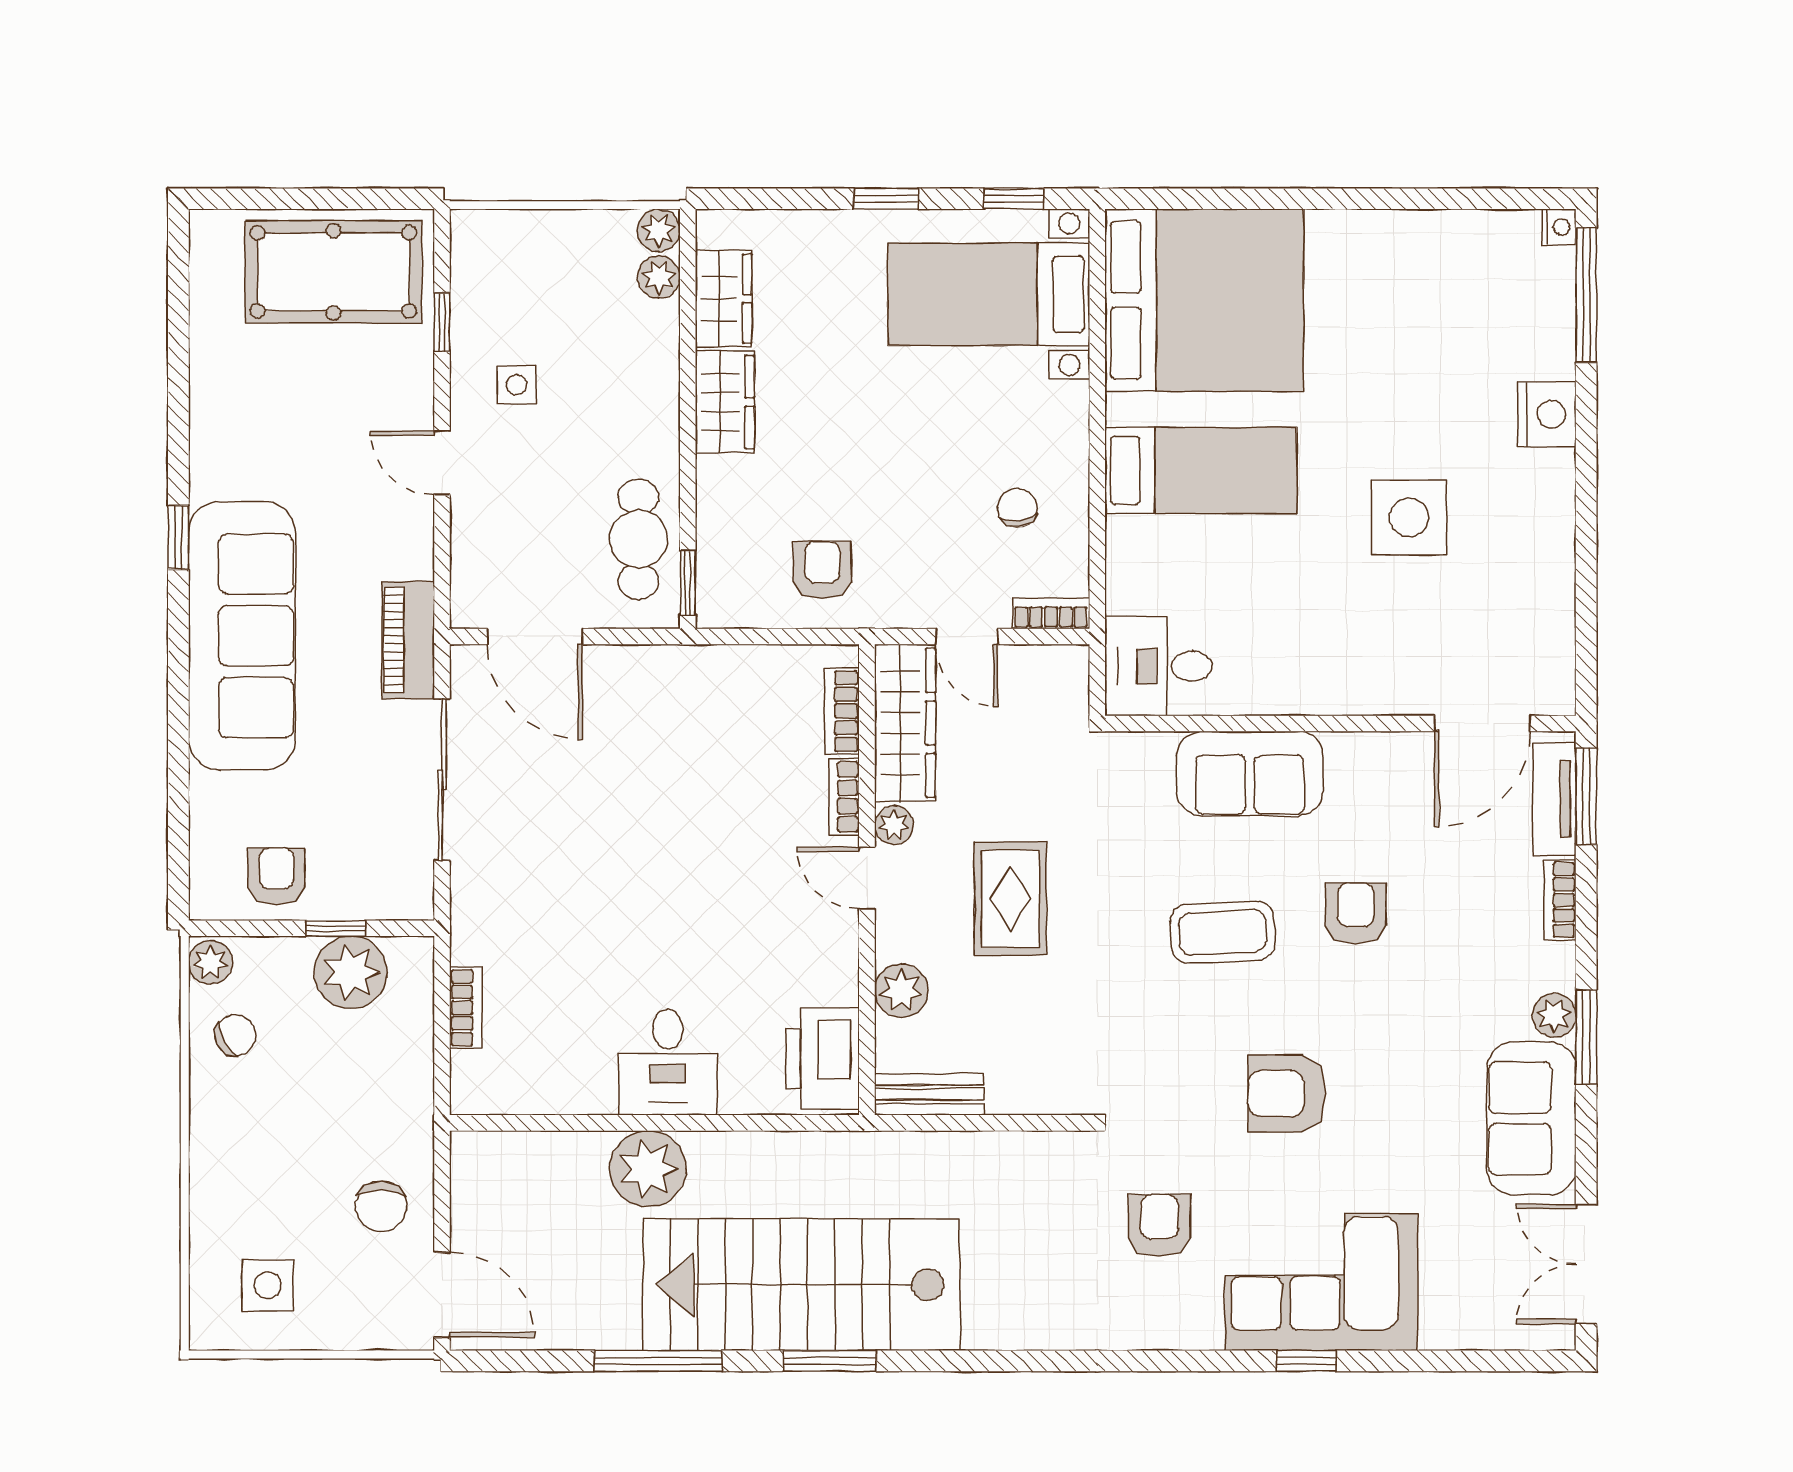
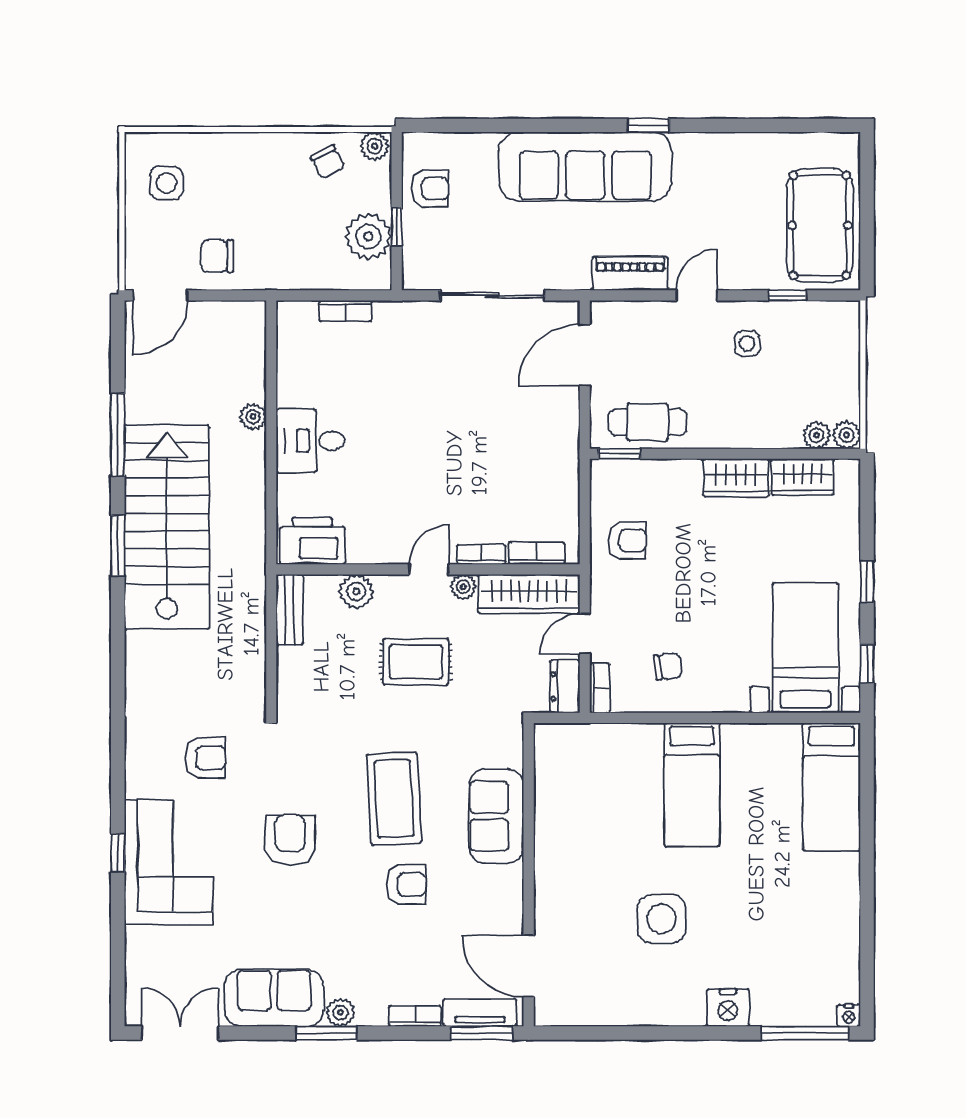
bed: (1204, 300) -> (832, 787), width x0.49
piano: (408, 640) -> (630, 273), moved
desk: (1159, 666) -> (566, 757), removed
dresser: (1049, 667) -> (565, 686), added
coffee table: (1223, 932) -> (394, 799), width x1.36, depth x1.32
plant: (648, 1169) -> (253, 417), width x0.53, depth x0.53

